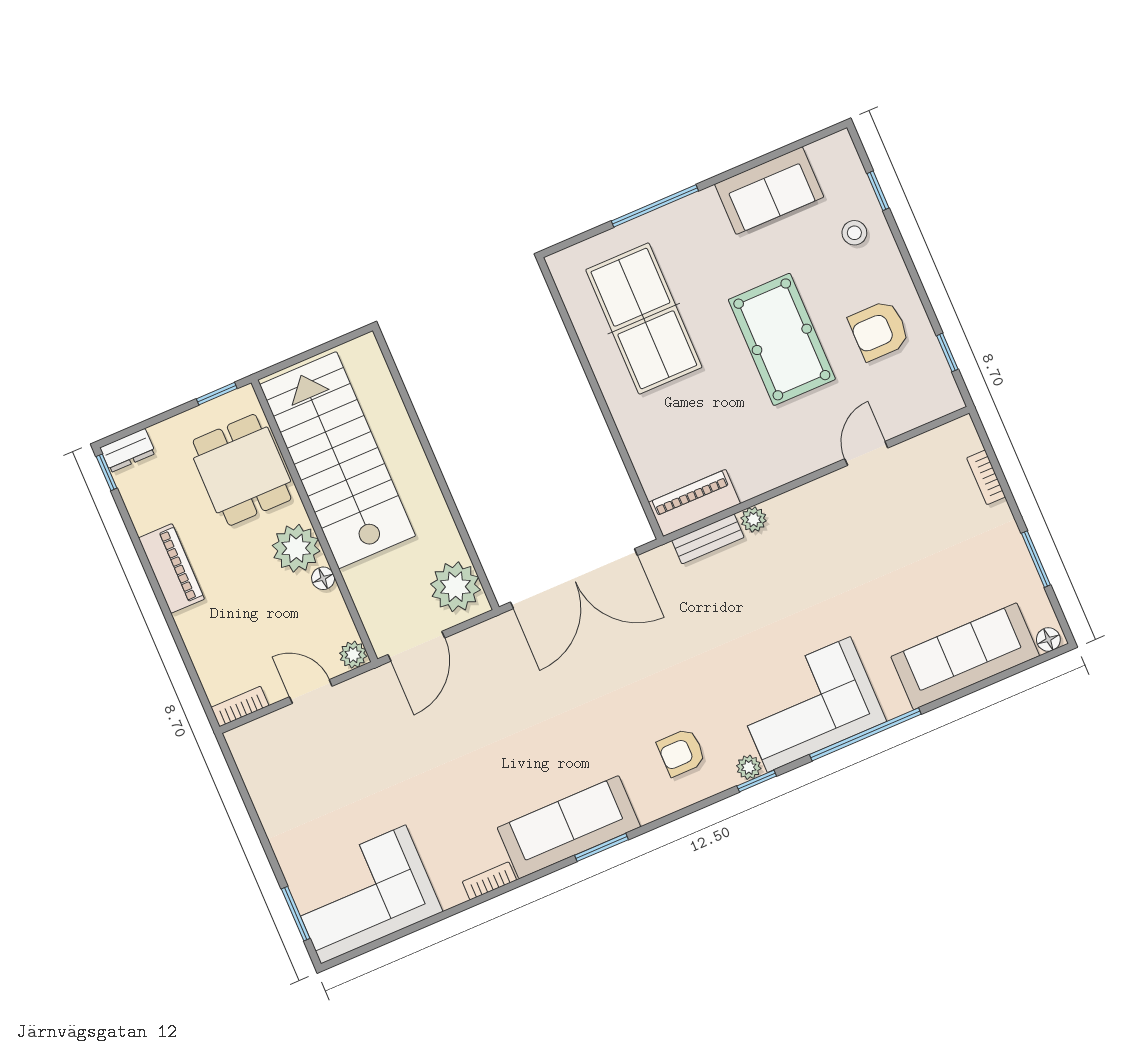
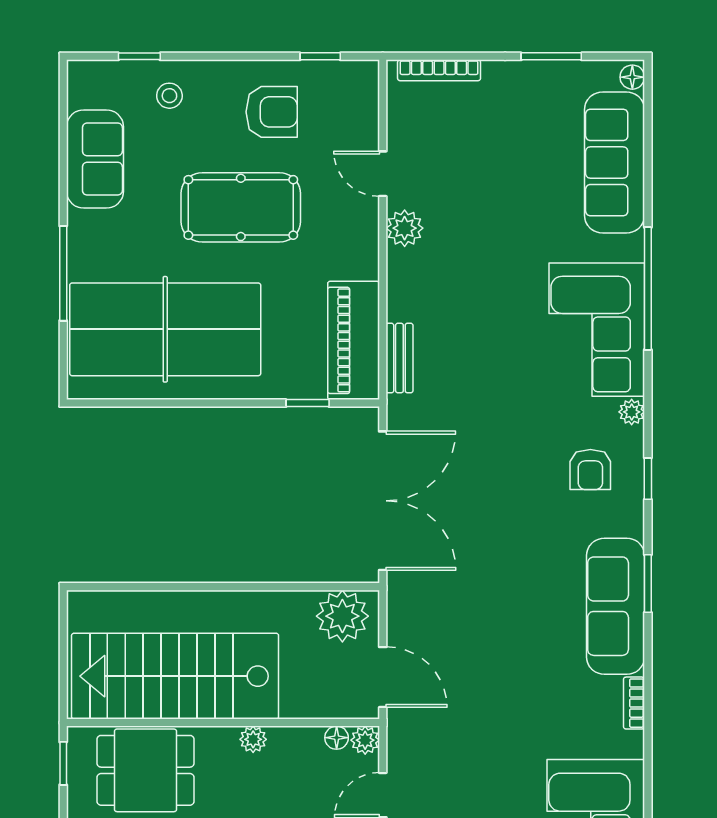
table tennis table: (644, 318) -> (165, 329), width x1.36, depth x1.32
armchair: (879, 330) -> (272, 112), turned -90
window: (632, 474) -> (308, 403), added
bookcase: (986, 477) -> (439, 70), width x1.56
piano: (694, 503) -> (354, 340), width x1.37, depth x1.33
plant: (754, 519) -> (405, 228), moved, width x1.38, depth x1.38
plant: (296, 548) -> (253, 739), width x0.53, depth x0.53
floor lamp: (323, 578) -> (337, 738), moved
window: (757, 781) -> (648, 479), moved

